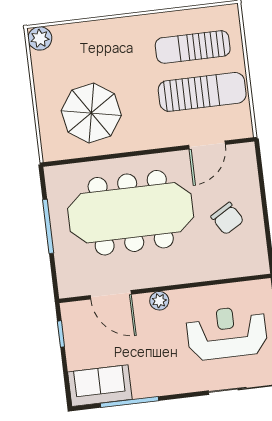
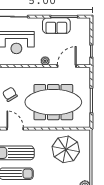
door: (207, 145) -> (15, 129), hinge flipped
door: (111, 295) -> (67, 66), hinge flipped
sofa: (100, 386) -> (56, 26), moved

